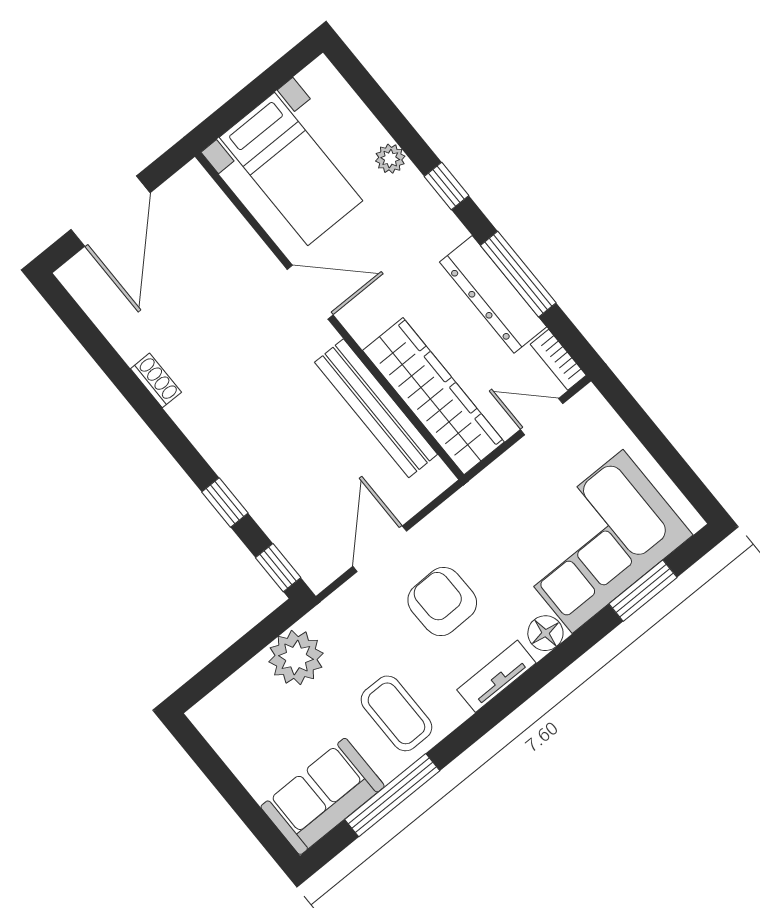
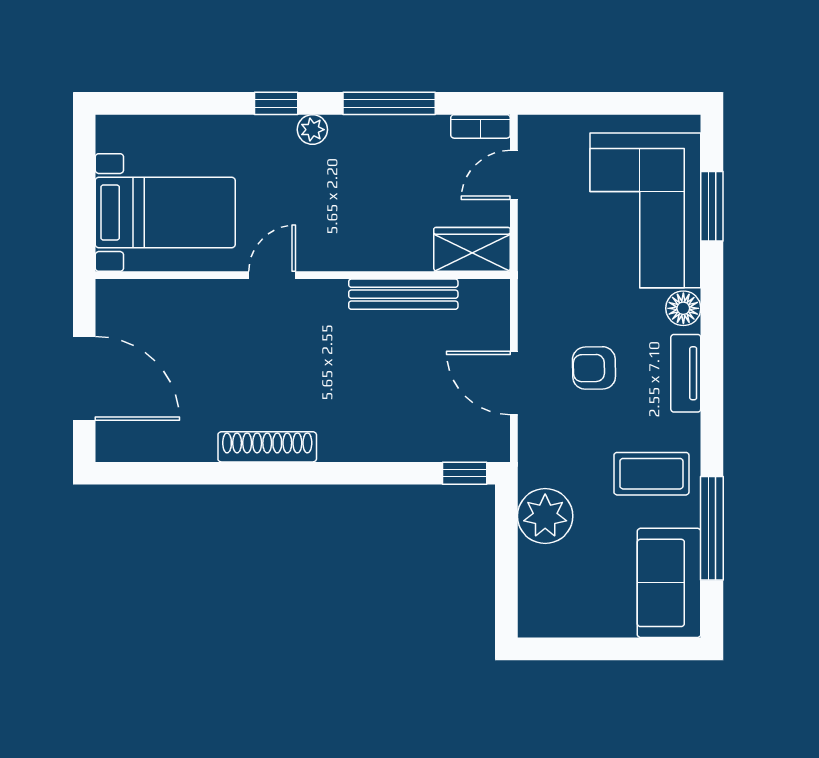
plant: (390, 159) -> (312, 130), moved
door: (310, 292) -> (272, 275), width x0.73
dresser: (493, 294) -> (389, 136), removed
shoe rack: (156, 380) -> (267, 447), width x1.94, depth x1.24
wardrobe: (433, 396) -> (472, 249), width x0.48, depth x0.85
bench: (376, 408) -> (403, 294), width x0.73, depth x0.82
window: (225, 502) -> (381, 473), removed
armchair: (442, 602) -> (594, 368), width x0.72, depth x0.72

